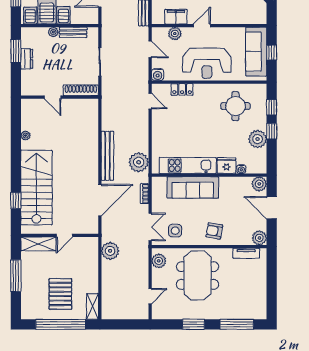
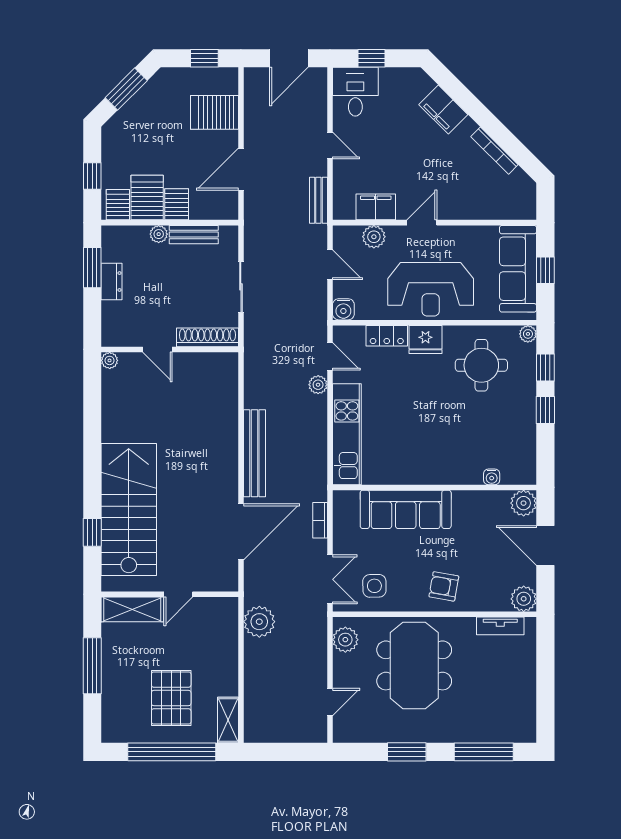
plant: (26, 136) -> (110, 360), moved
plant: (258, 139) -> (528, 334), moved, width x0.53, depth x0.53
plant: (139, 162) -> (318, 385), moved, width x0.53, depth x0.53
kitchen unit: (188, 165) -> (347, 434), moved, turned 90
fridge: (227, 166) -> (425, 340), moved, turned 180

